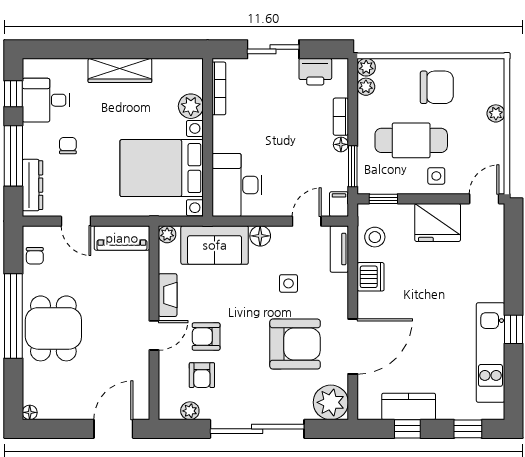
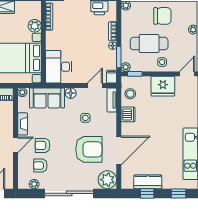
plant: (366, 87) -> (126, 67), moved
armchair: (202, 375) -> (40, 166), turned 90

